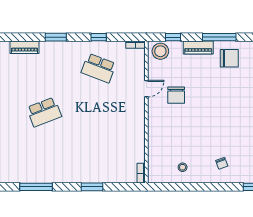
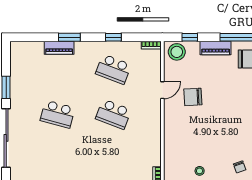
piano: (25, 47) -> (59, 48), moved
chair: (176, 95) -> (193, 97), turned 87
school desk: (44, 112) -> (58, 114), turned 36
school desk: (99, 112) -> (113, 114), added

